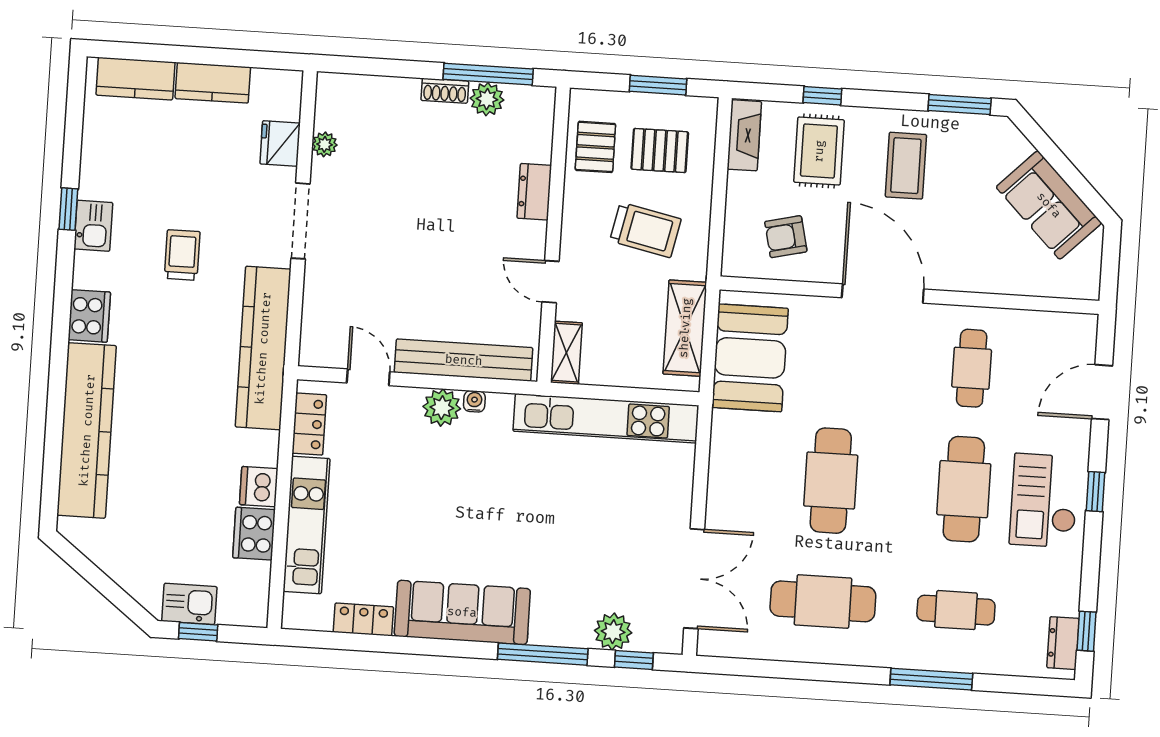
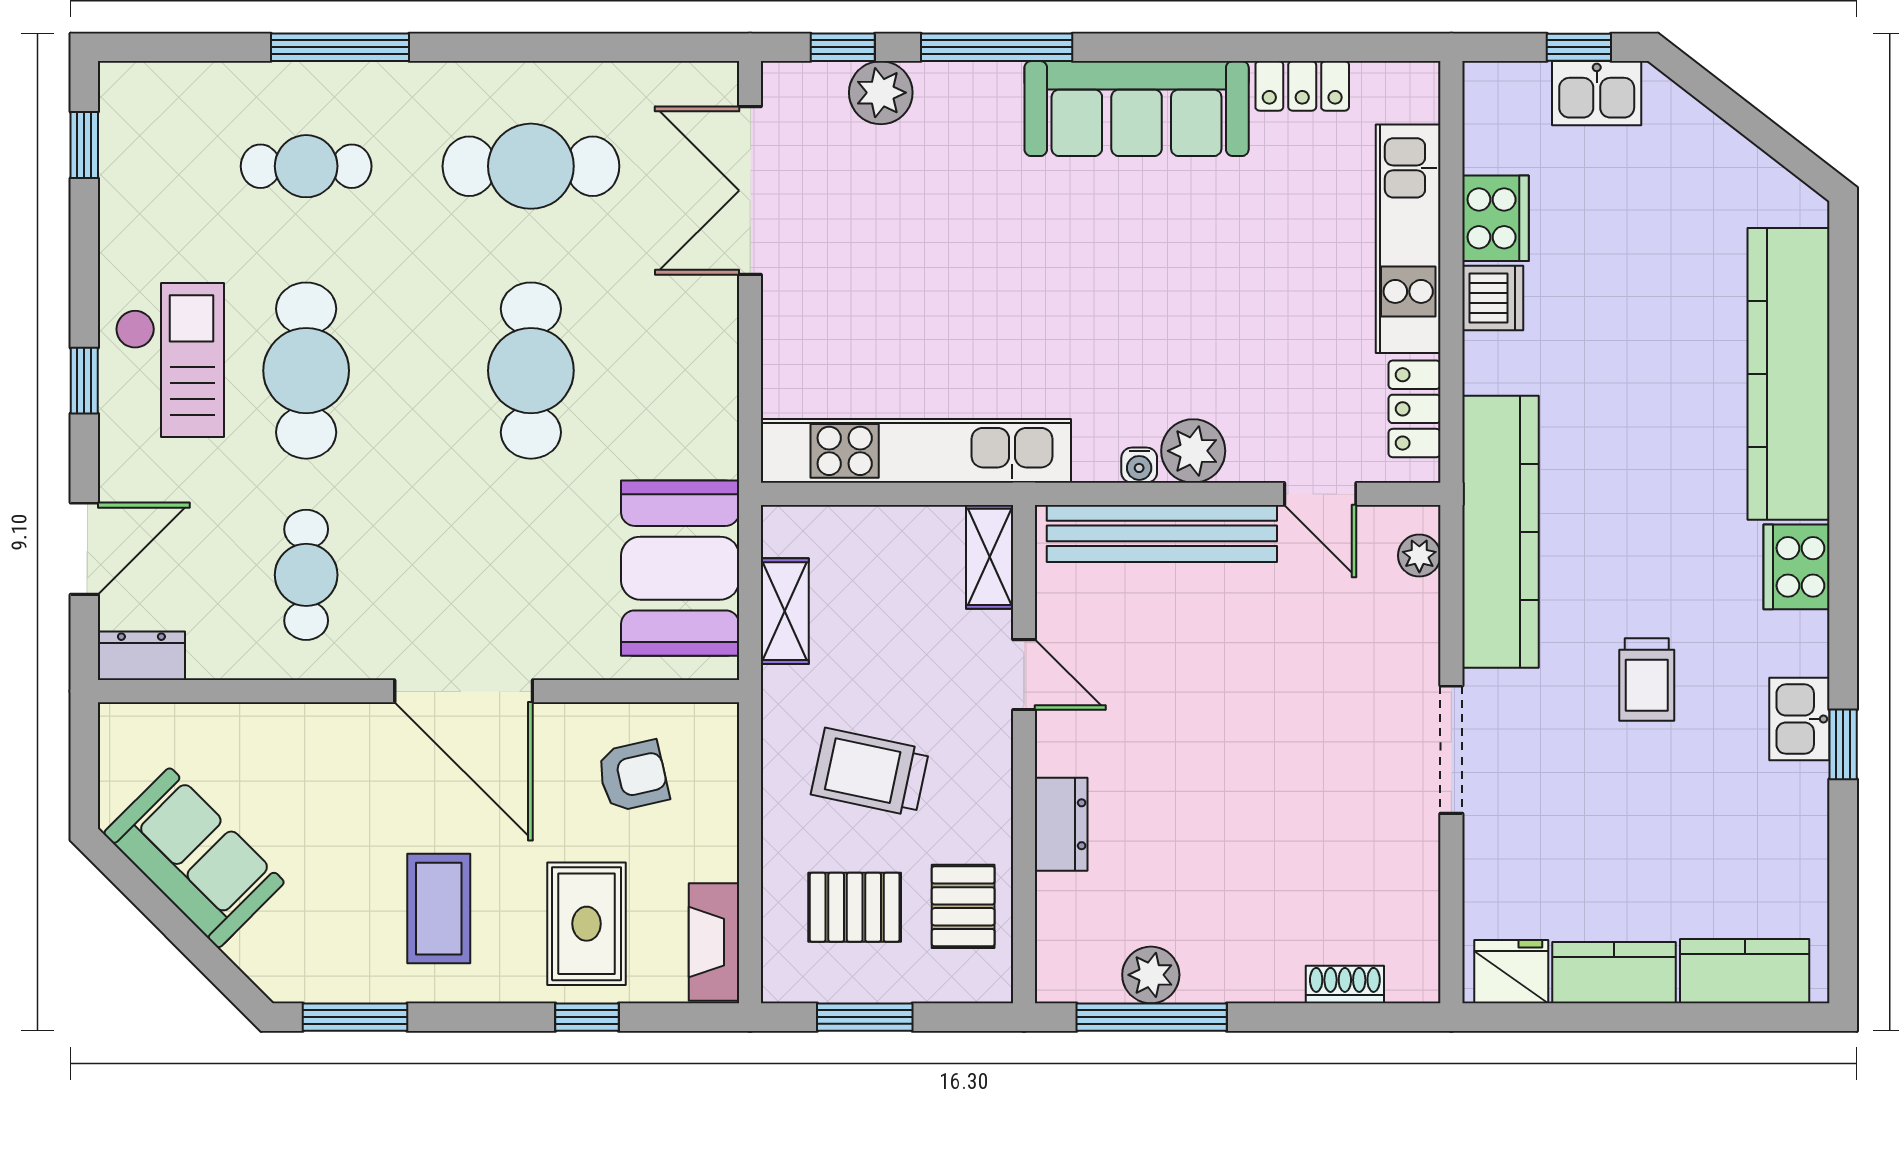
shoe rack: (445, 91) -> (1345, 984), moved
fridge: (280, 143) -> (1511, 972), moved, turned -90
plant: (325, 144) -> (1419, 556), moved
shelving: (685, 328) -> (785, 611), width x0.67, depth x0.75
dresser: (1063, 643) -> (141, 656), moved, turned -90

